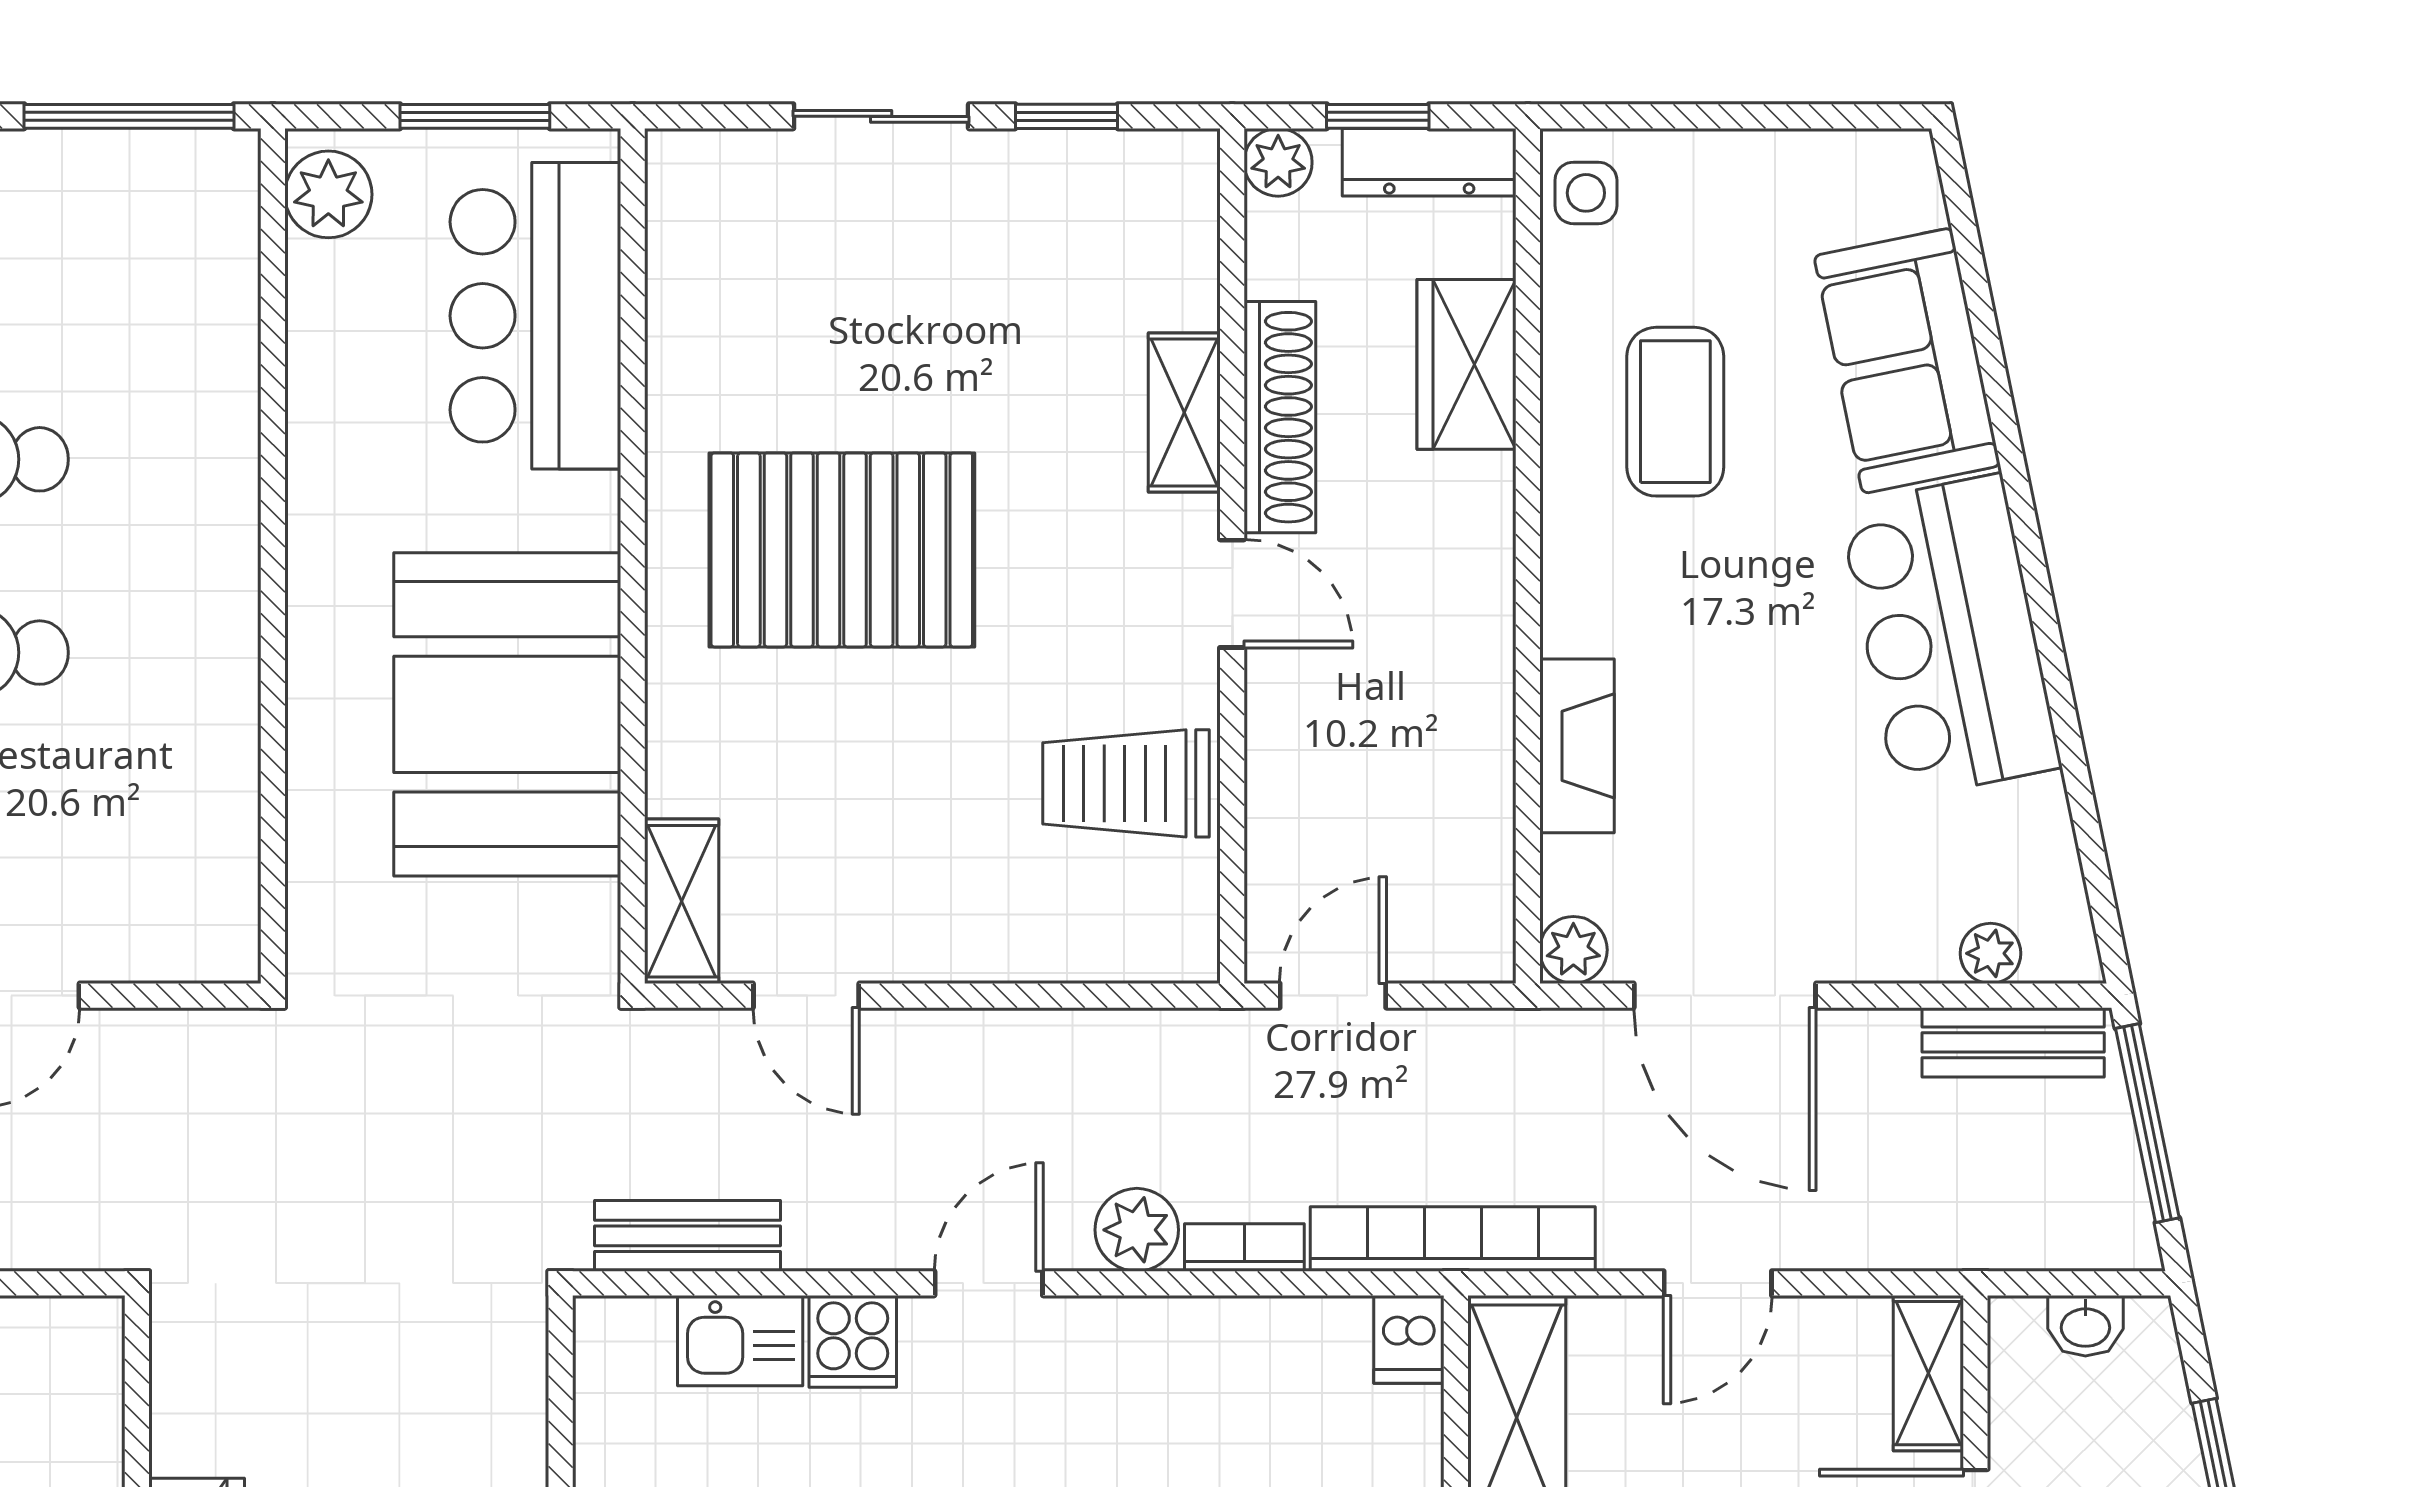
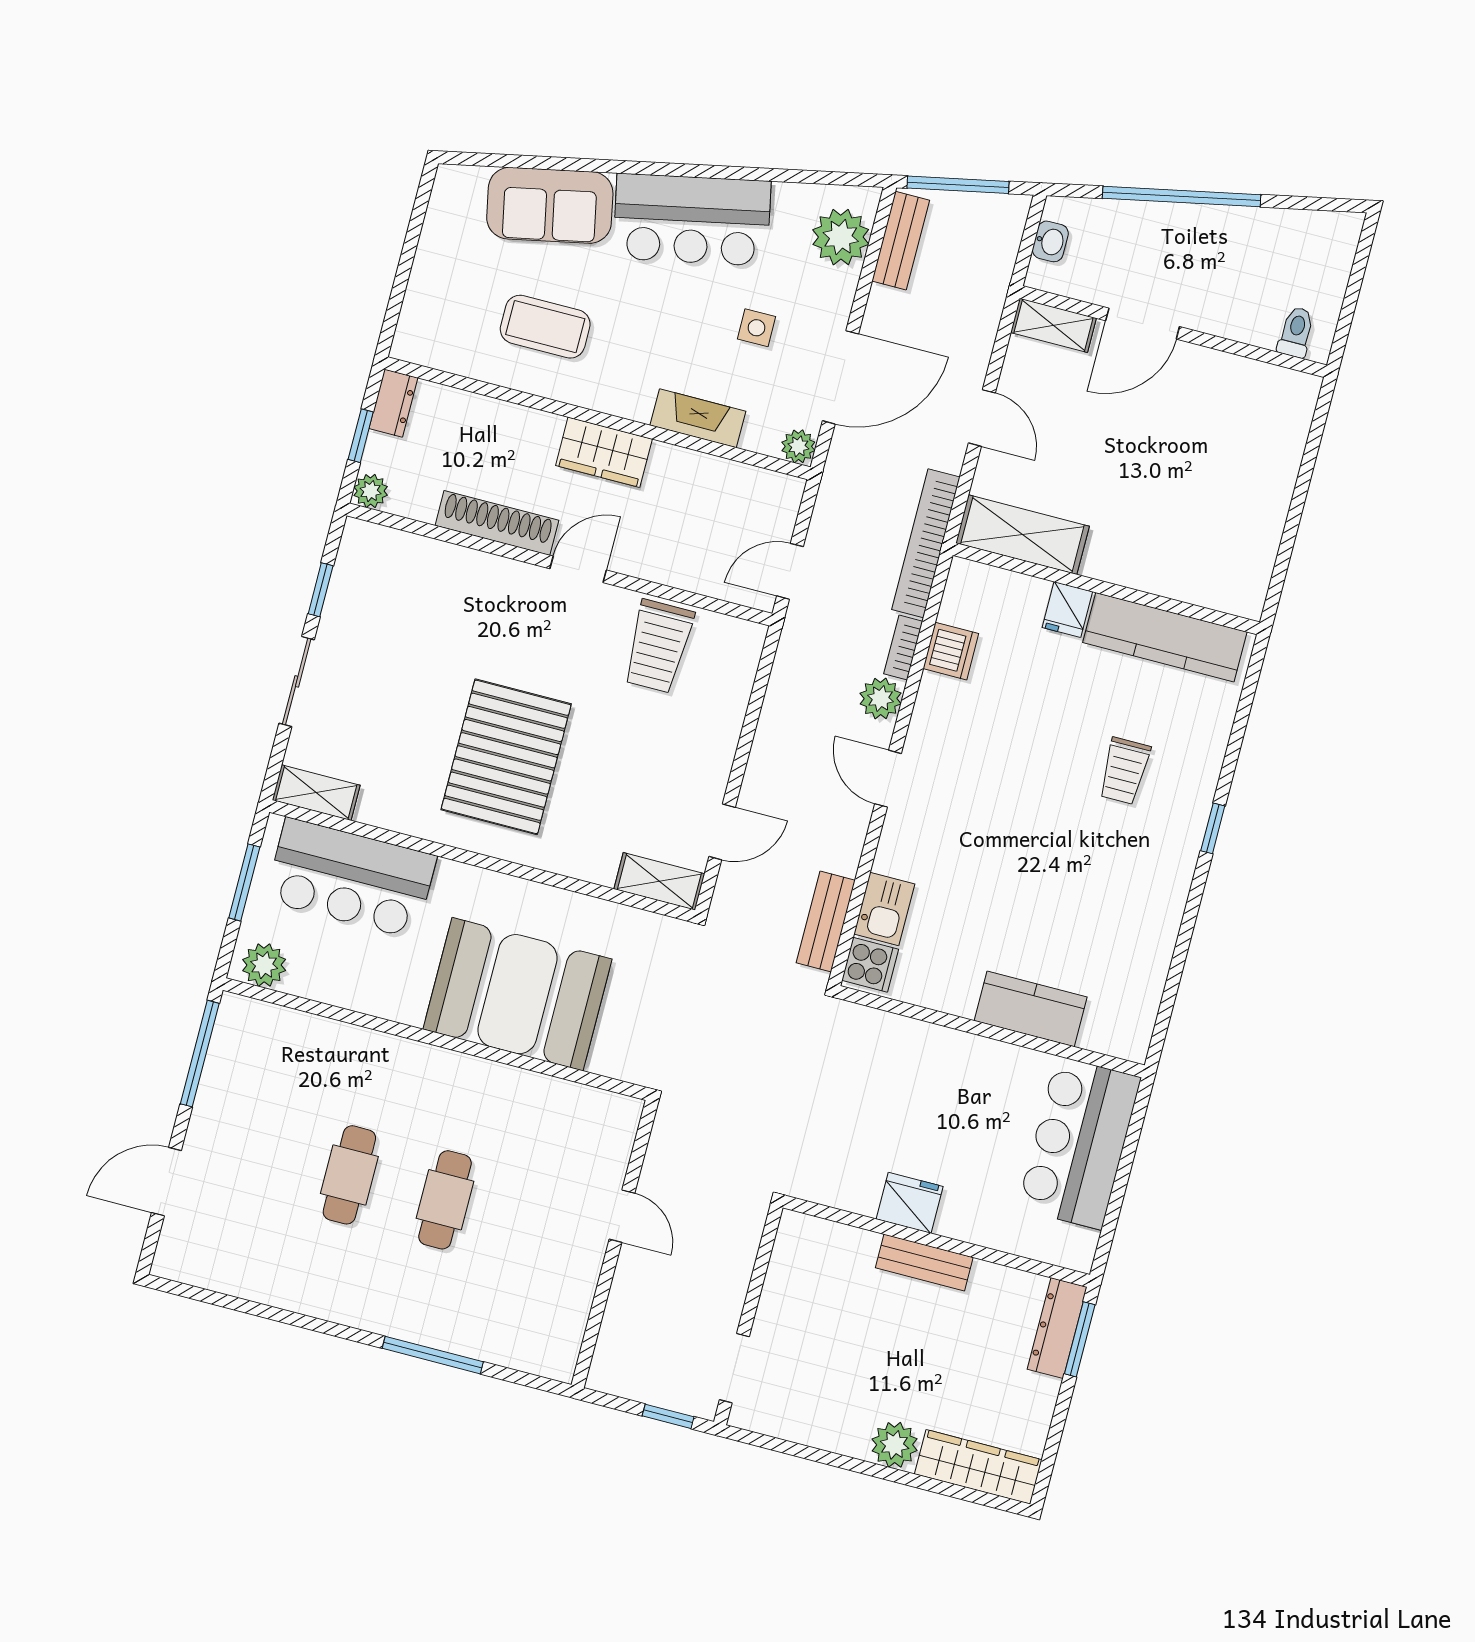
dresser: (1429, 162) -> (393, 403), width x0.70
side table: (1586, 193) -> (757, 328), moved
wardrobe: (1467, 364) -> (604, 452), moved
shelving: (1184, 413) -> (316, 793), moved
booth: (507, 714) -> (517, 994), moved
plant: (1991, 953) -> (841, 237), width x1.87, depth x1.87
door: (1333, 996) -> (790, 571), hinge flipped
dishwasher: (1408, 1339) -> (951, 651), moved, width x1.38
cooker: (853, 1341) -> (870, 965), moved

